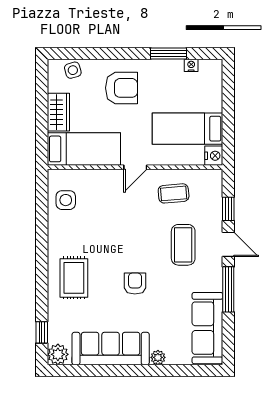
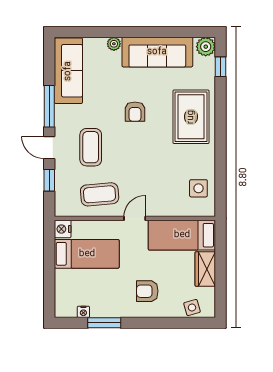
armchair: (122, 88) -> (147, 291), width x0.72, depth x0.72
coffee table: (174, 193) -> (100, 194), width x1.36, depth x1.30
rug: (74, 278) -> (191, 117), width x1.36, depth x1.43

